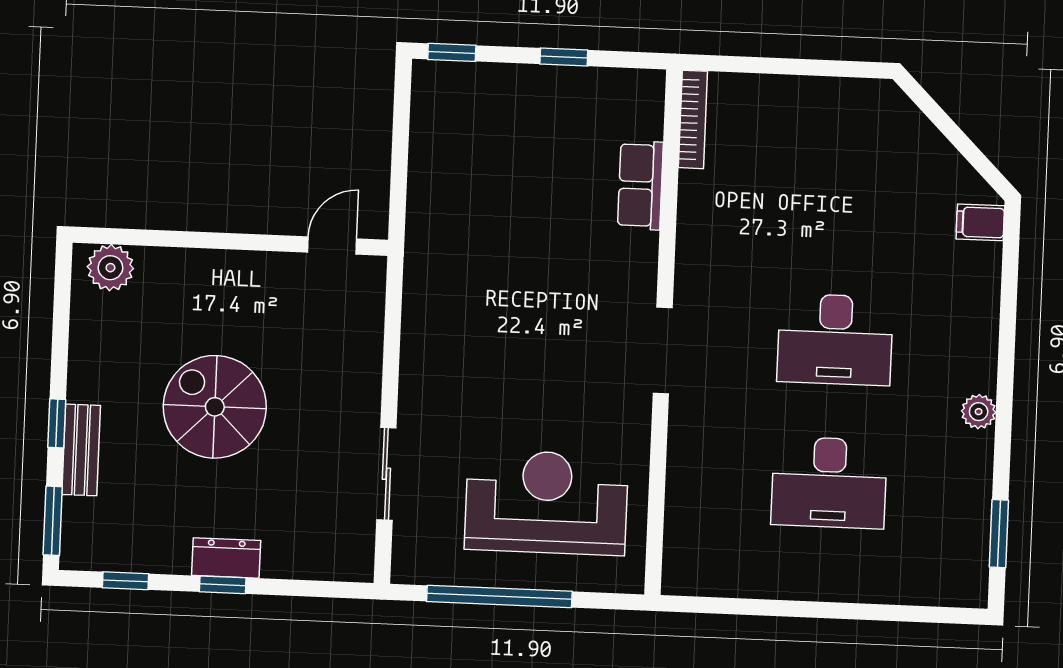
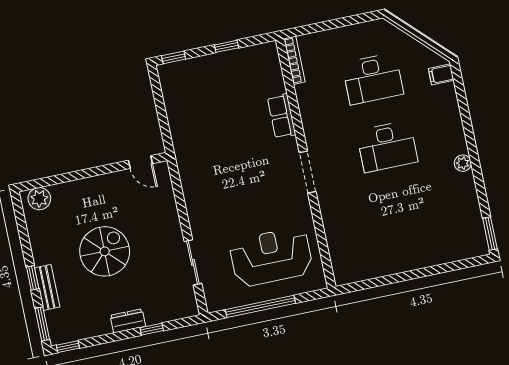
row of seats: (640, 185) -> (282, 116), moved
door: (332, 246) -> (140, 162), swing flipped
spiral stairs: (215, 407) -> (105, 251), turned 90
desk: (829, 483) -> (373, 79), moved
window: (999, 534) -> (490, 234), moved
window: (125, 581) -> (68, 347), moved
window: (223, 585) -> (152, 329), moved

